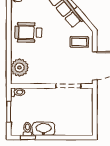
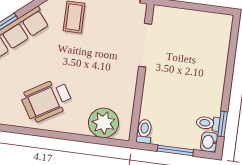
wheelchair: (28, 32) -> (47, 100), turned 58
washbasin: (44, 129) -> (209, 142), moved, width x0.52, depth x0.69

